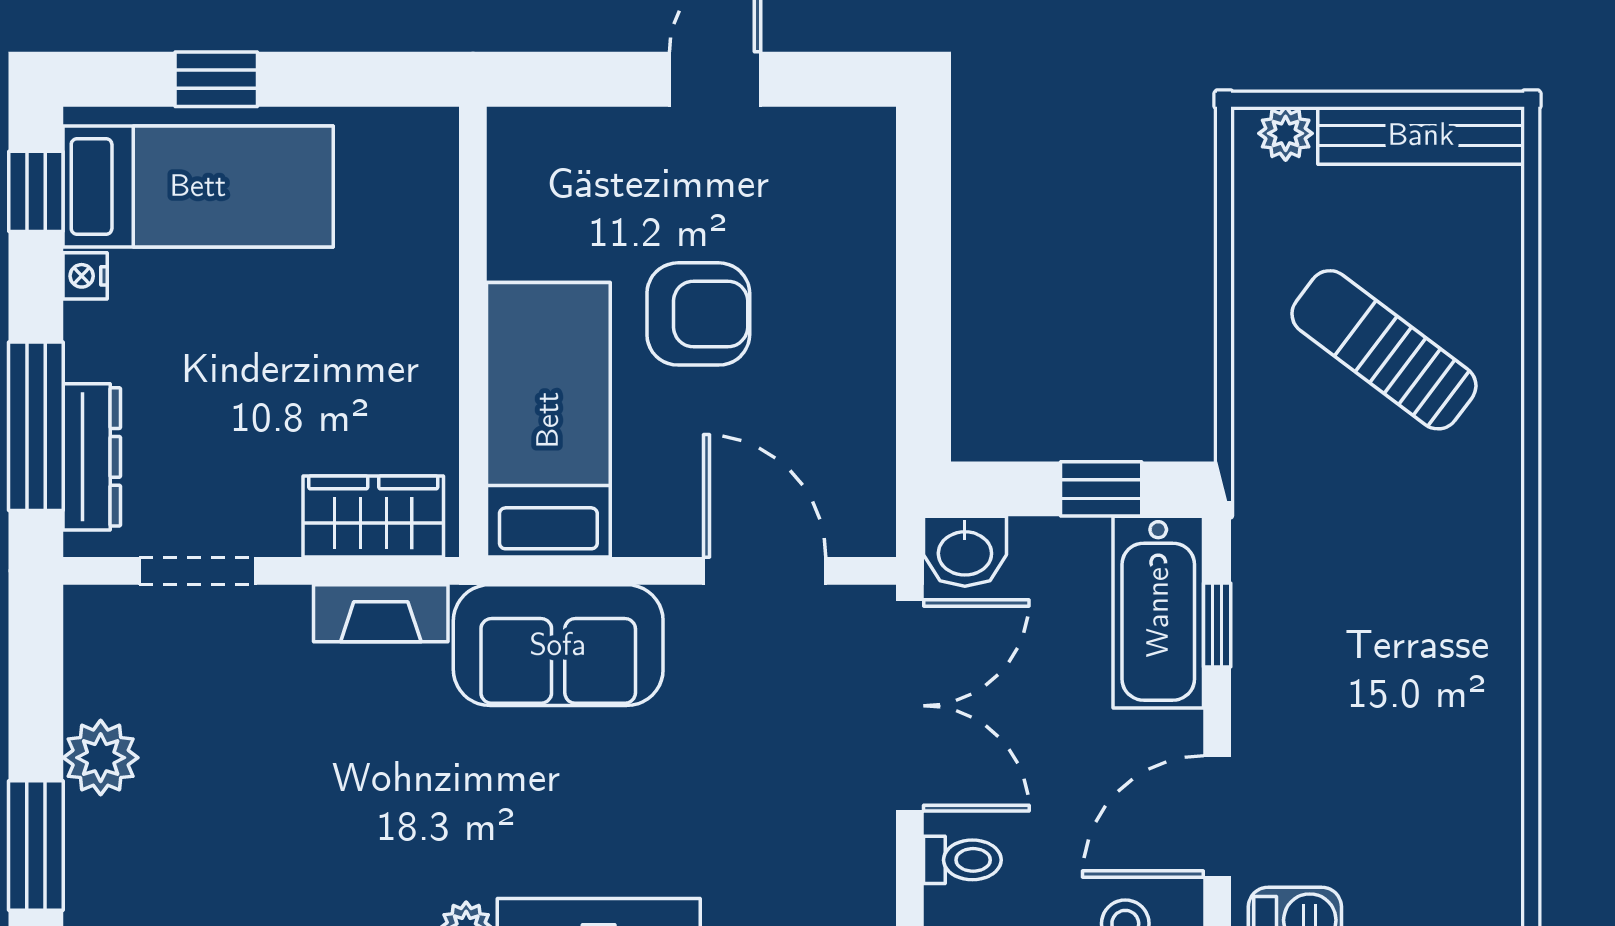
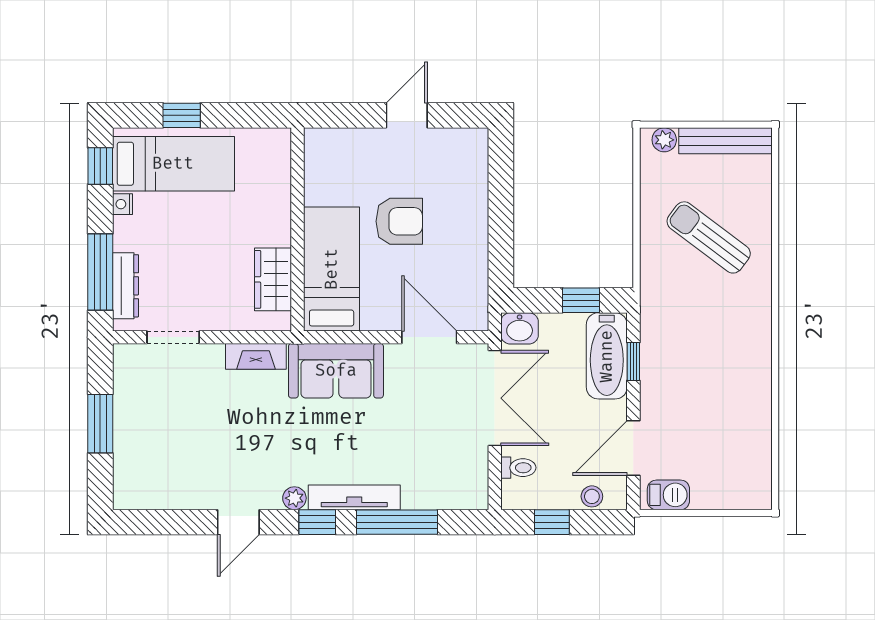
wardrobe: (373, 517) -> (273, 279), moved, turned -90
plant: (101, 758) -> (129, 421), removed
window: (36, 845) -> (100, 424), moved

